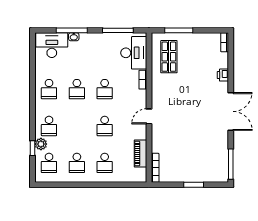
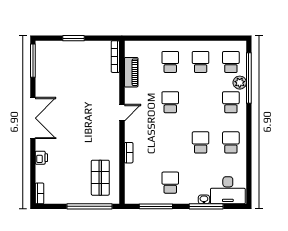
window: (179, 30) -> (90, 206), width x1.46
desk: (134, 53) -> (139, 182), removed
school desk: (105, 89) -> (170, 183), moved
double door: (231, 111) -> (33, 118), swing flipped
window: (33, 148) -> (249, 78), width x3.17

